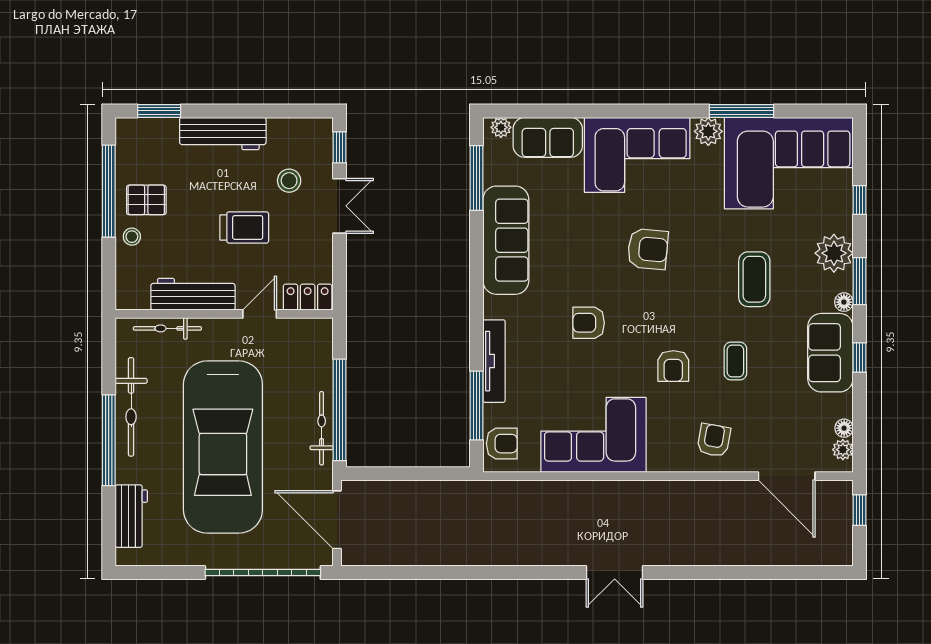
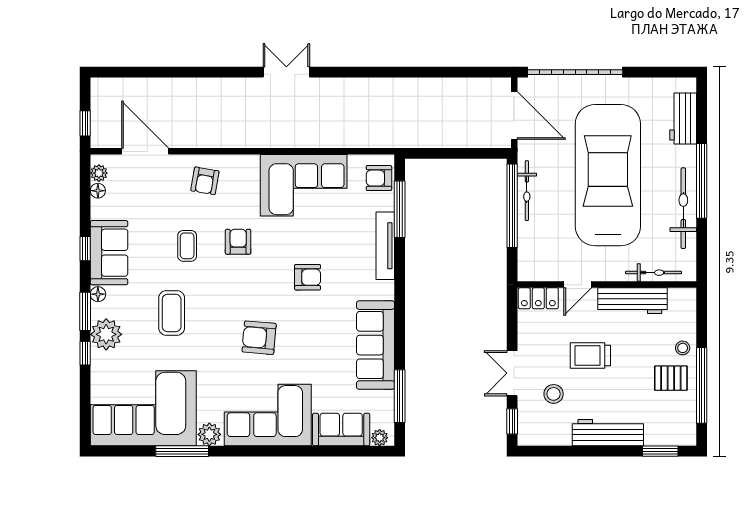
window: (859, 200) -> (85, 353), moved

